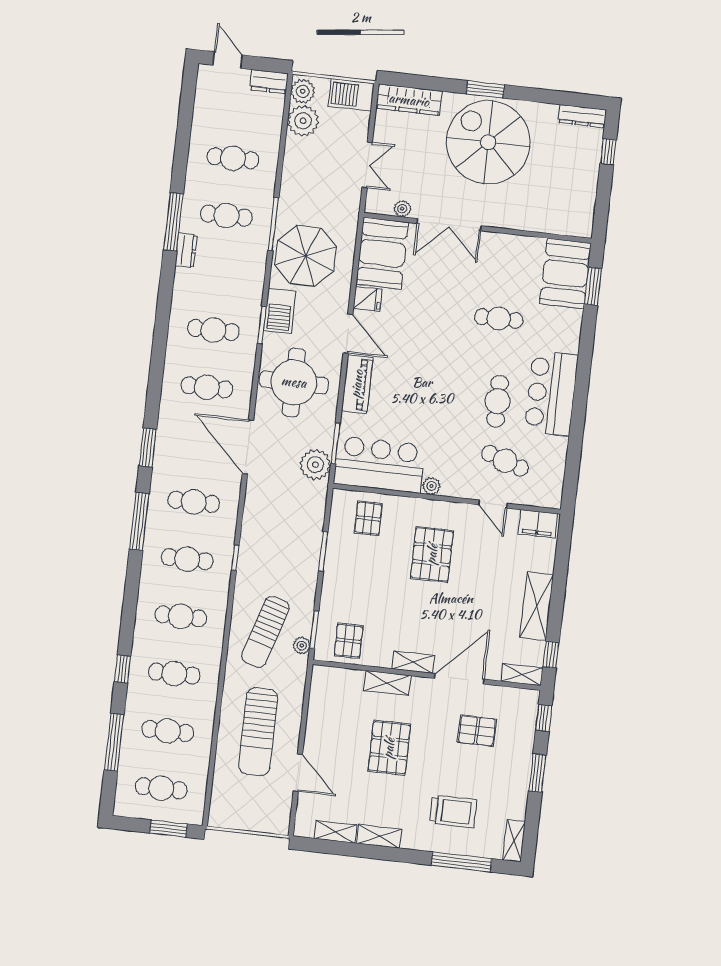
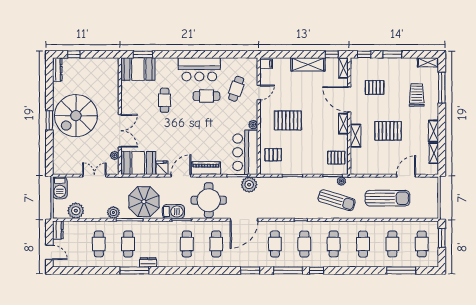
door: (228, 60) -> (49, 252), swing flipped
plant: (303, 91) -> (113, 213), moved
wardrobe: (409, 100) -> (59, 158), removed
filing cabinet: (538, 524) -> (266, 64), width x0.50
window: (122, 669) -> (317, 270), moved
pallet: (477, 731) -> (374, 87), turned 90

